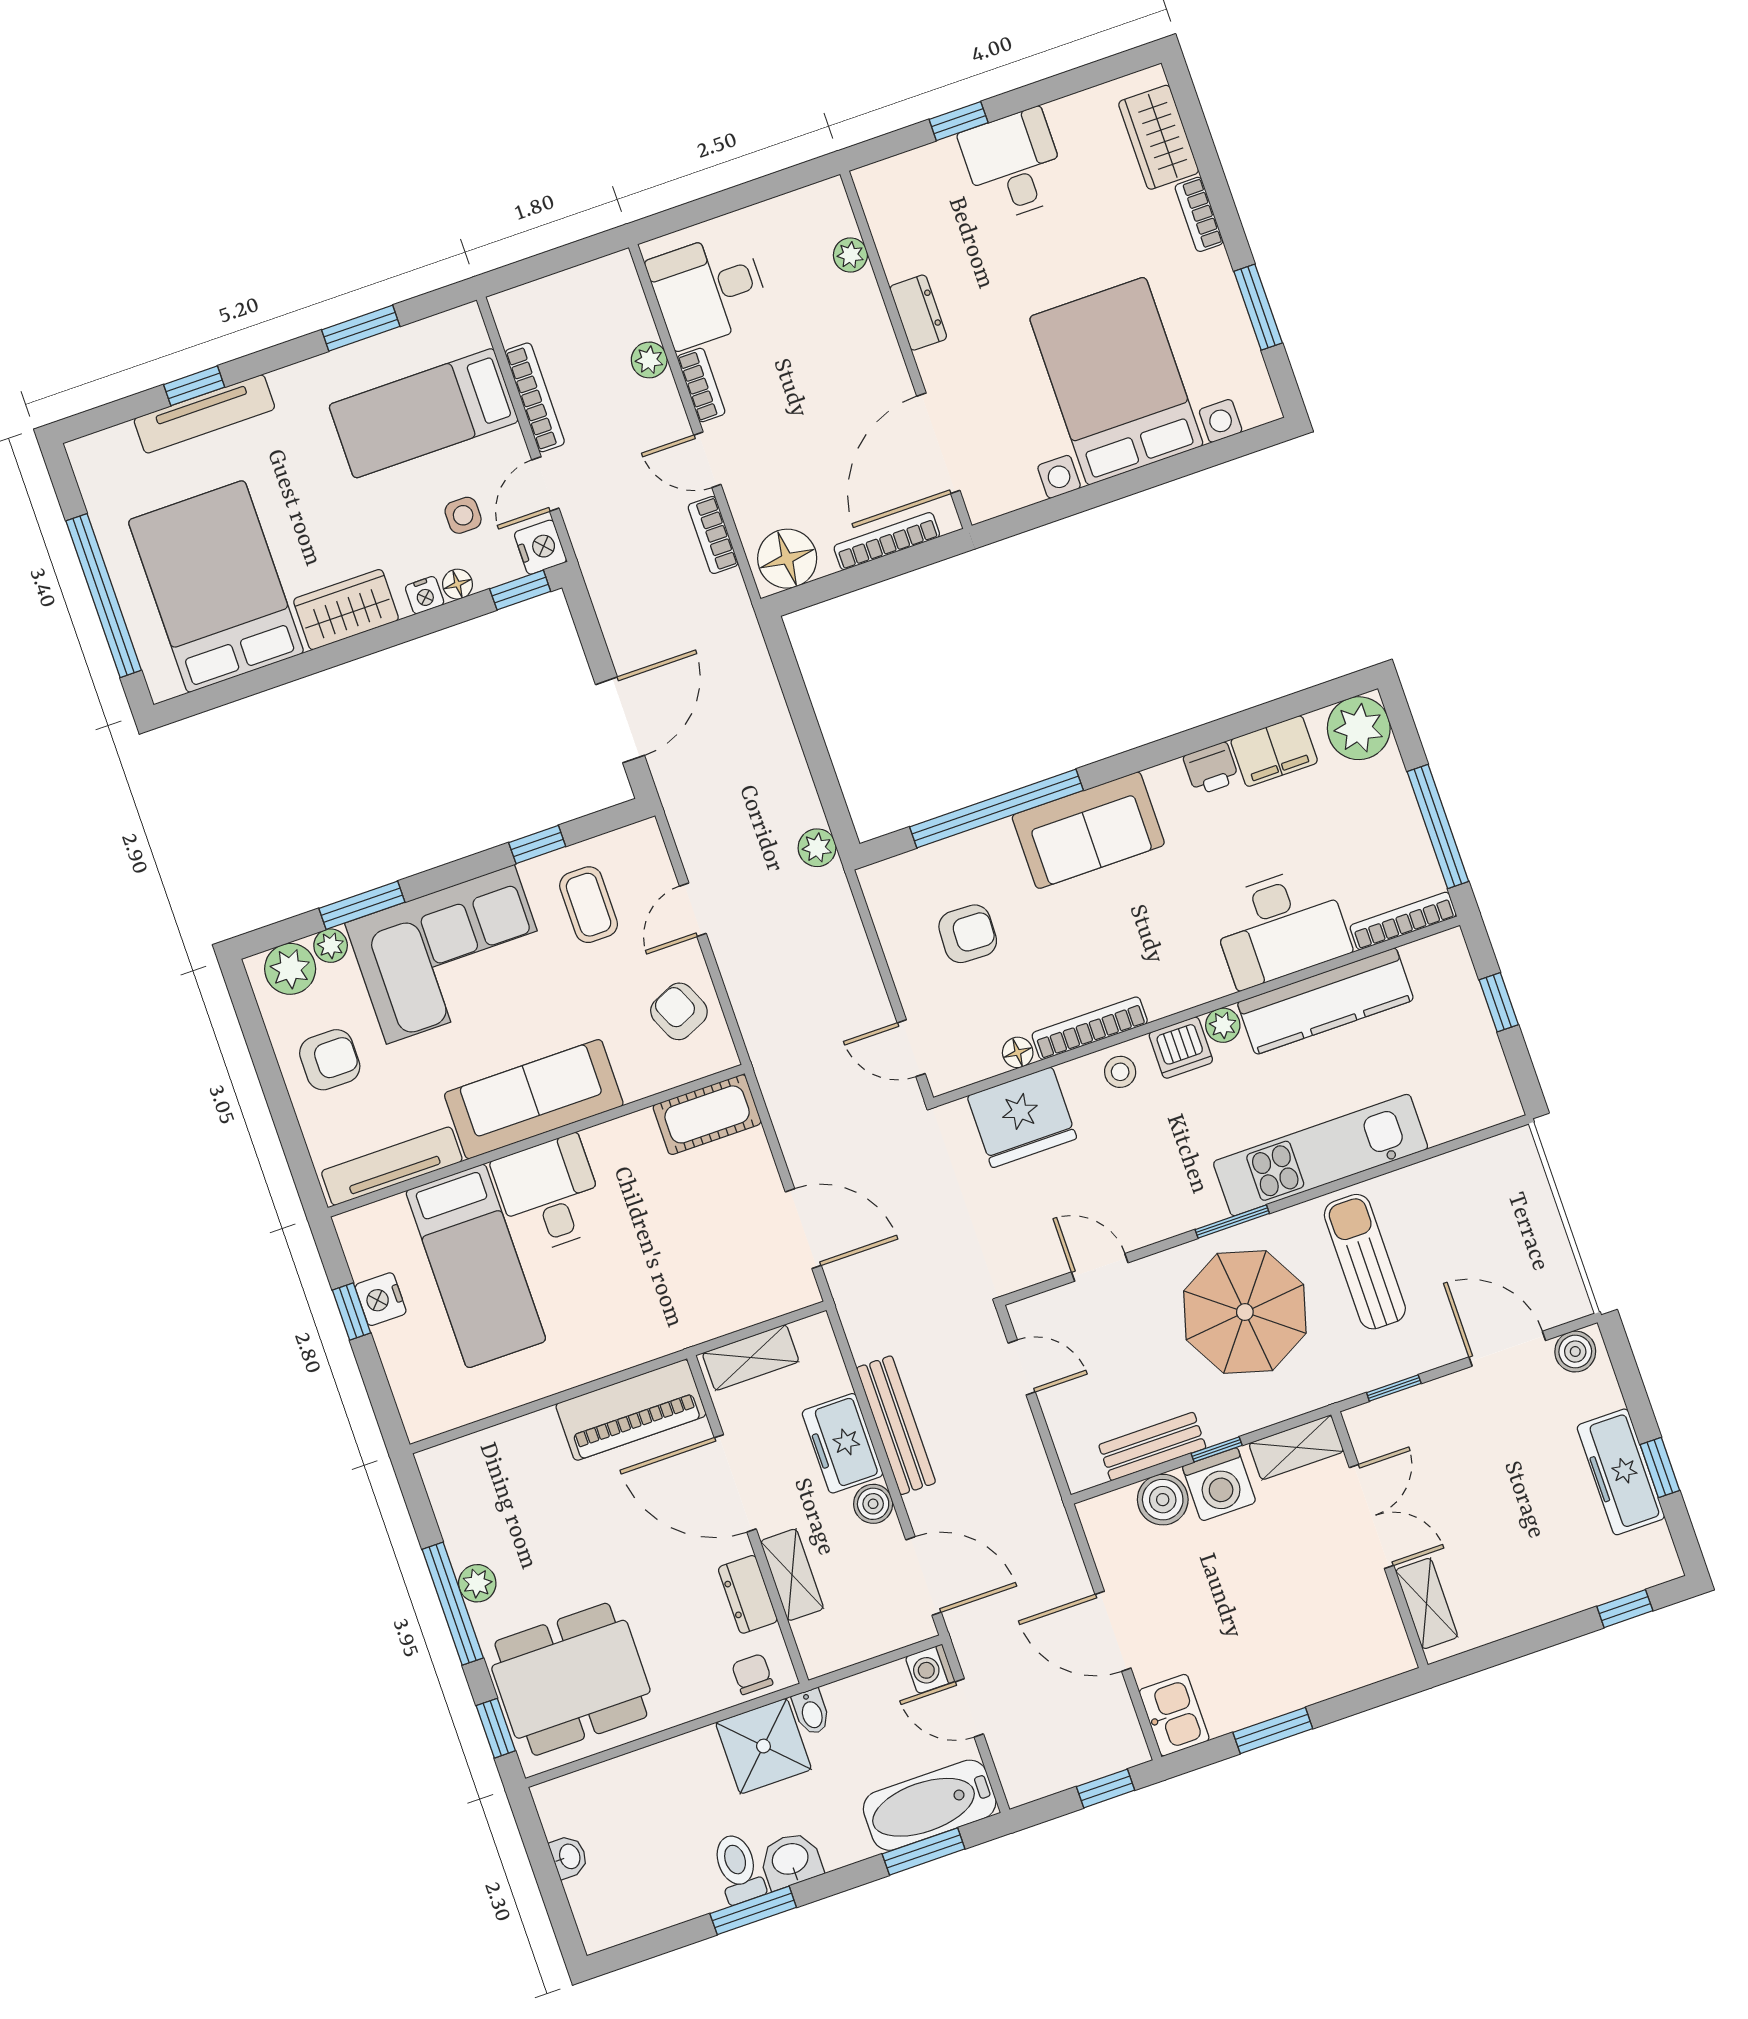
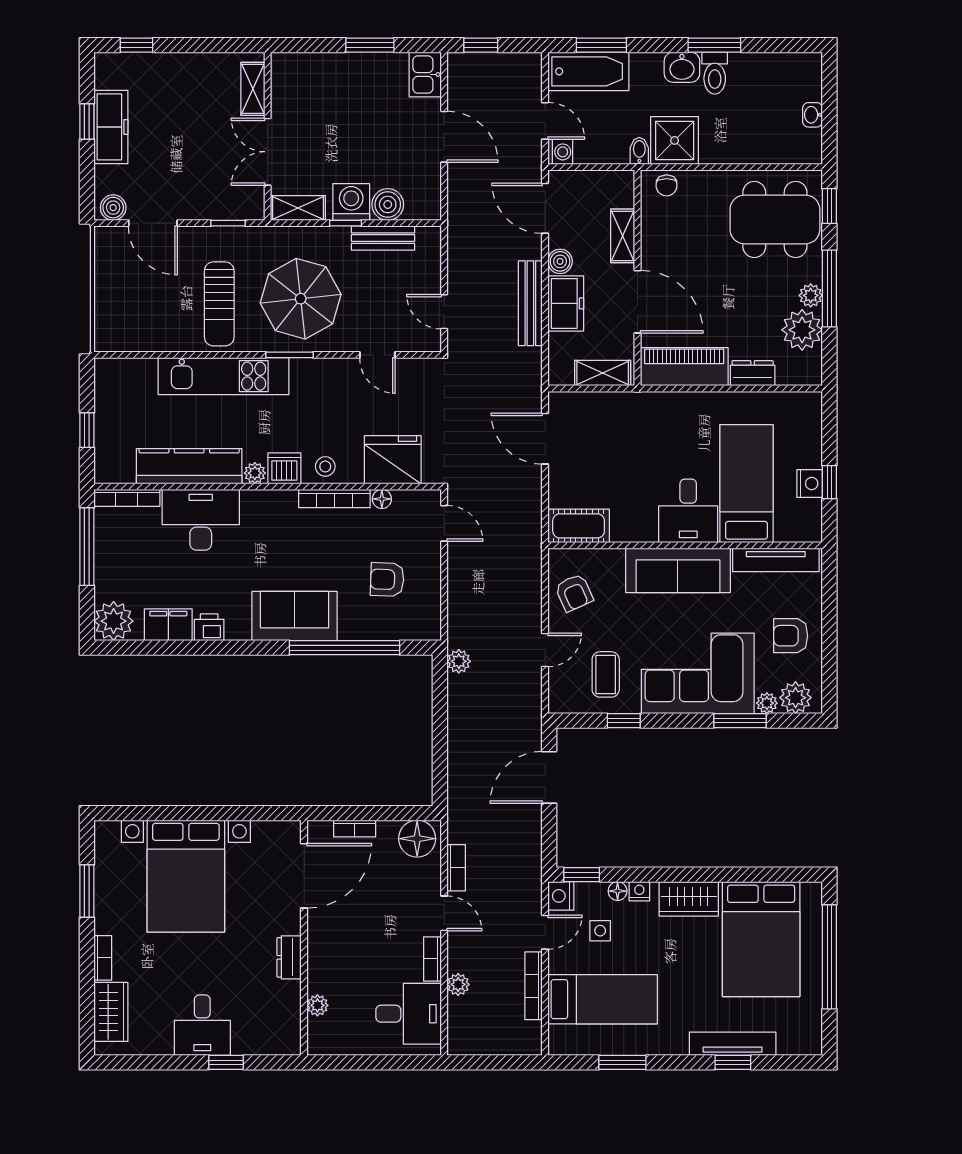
bookcase: (887, 541) -> (355, 828), width x0.64
plant: (472, 1527) -> (802, 330), added
dresser: (748, 1594) -> (753, 373), moved, turned -90

